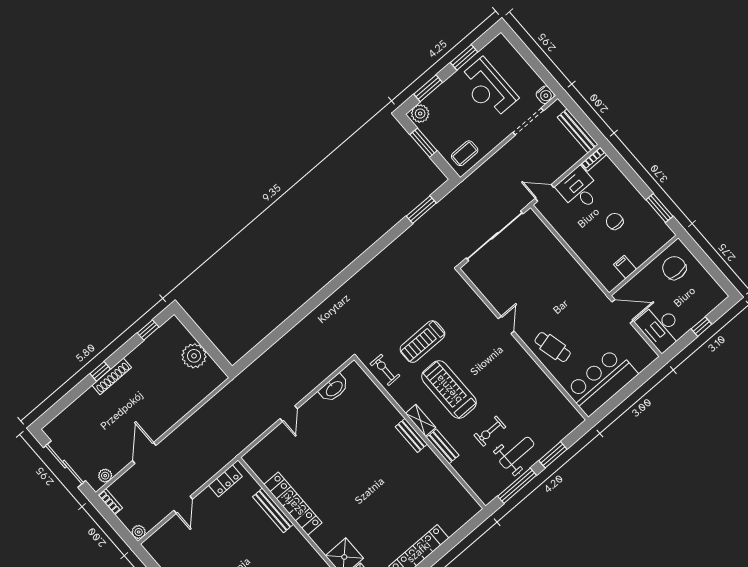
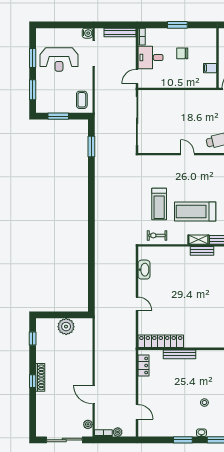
plant: (420, 114) -> (42, 105), removed
window: (659, 208) -> (177, 25), moved
locker: (293, 504) -> (161, 341), moved
door: (183, 505) -> (137, 412), moved
plant: (139, 532) -> (118, 432), moved

